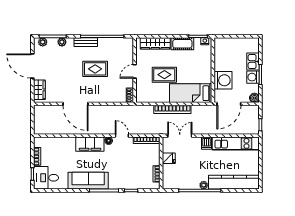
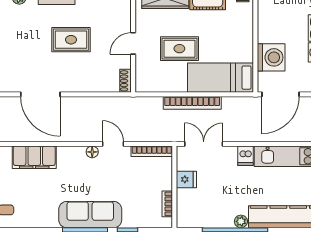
filing cabinet: (90, 144) -> (34, 157), moved
sofa: (88, 181) -> (90, 215), moved

